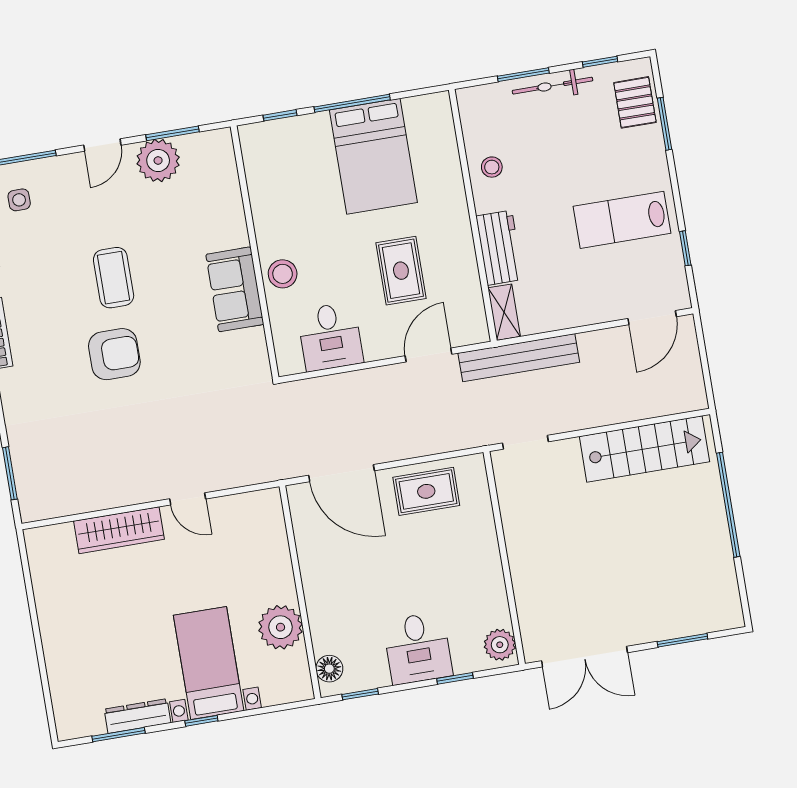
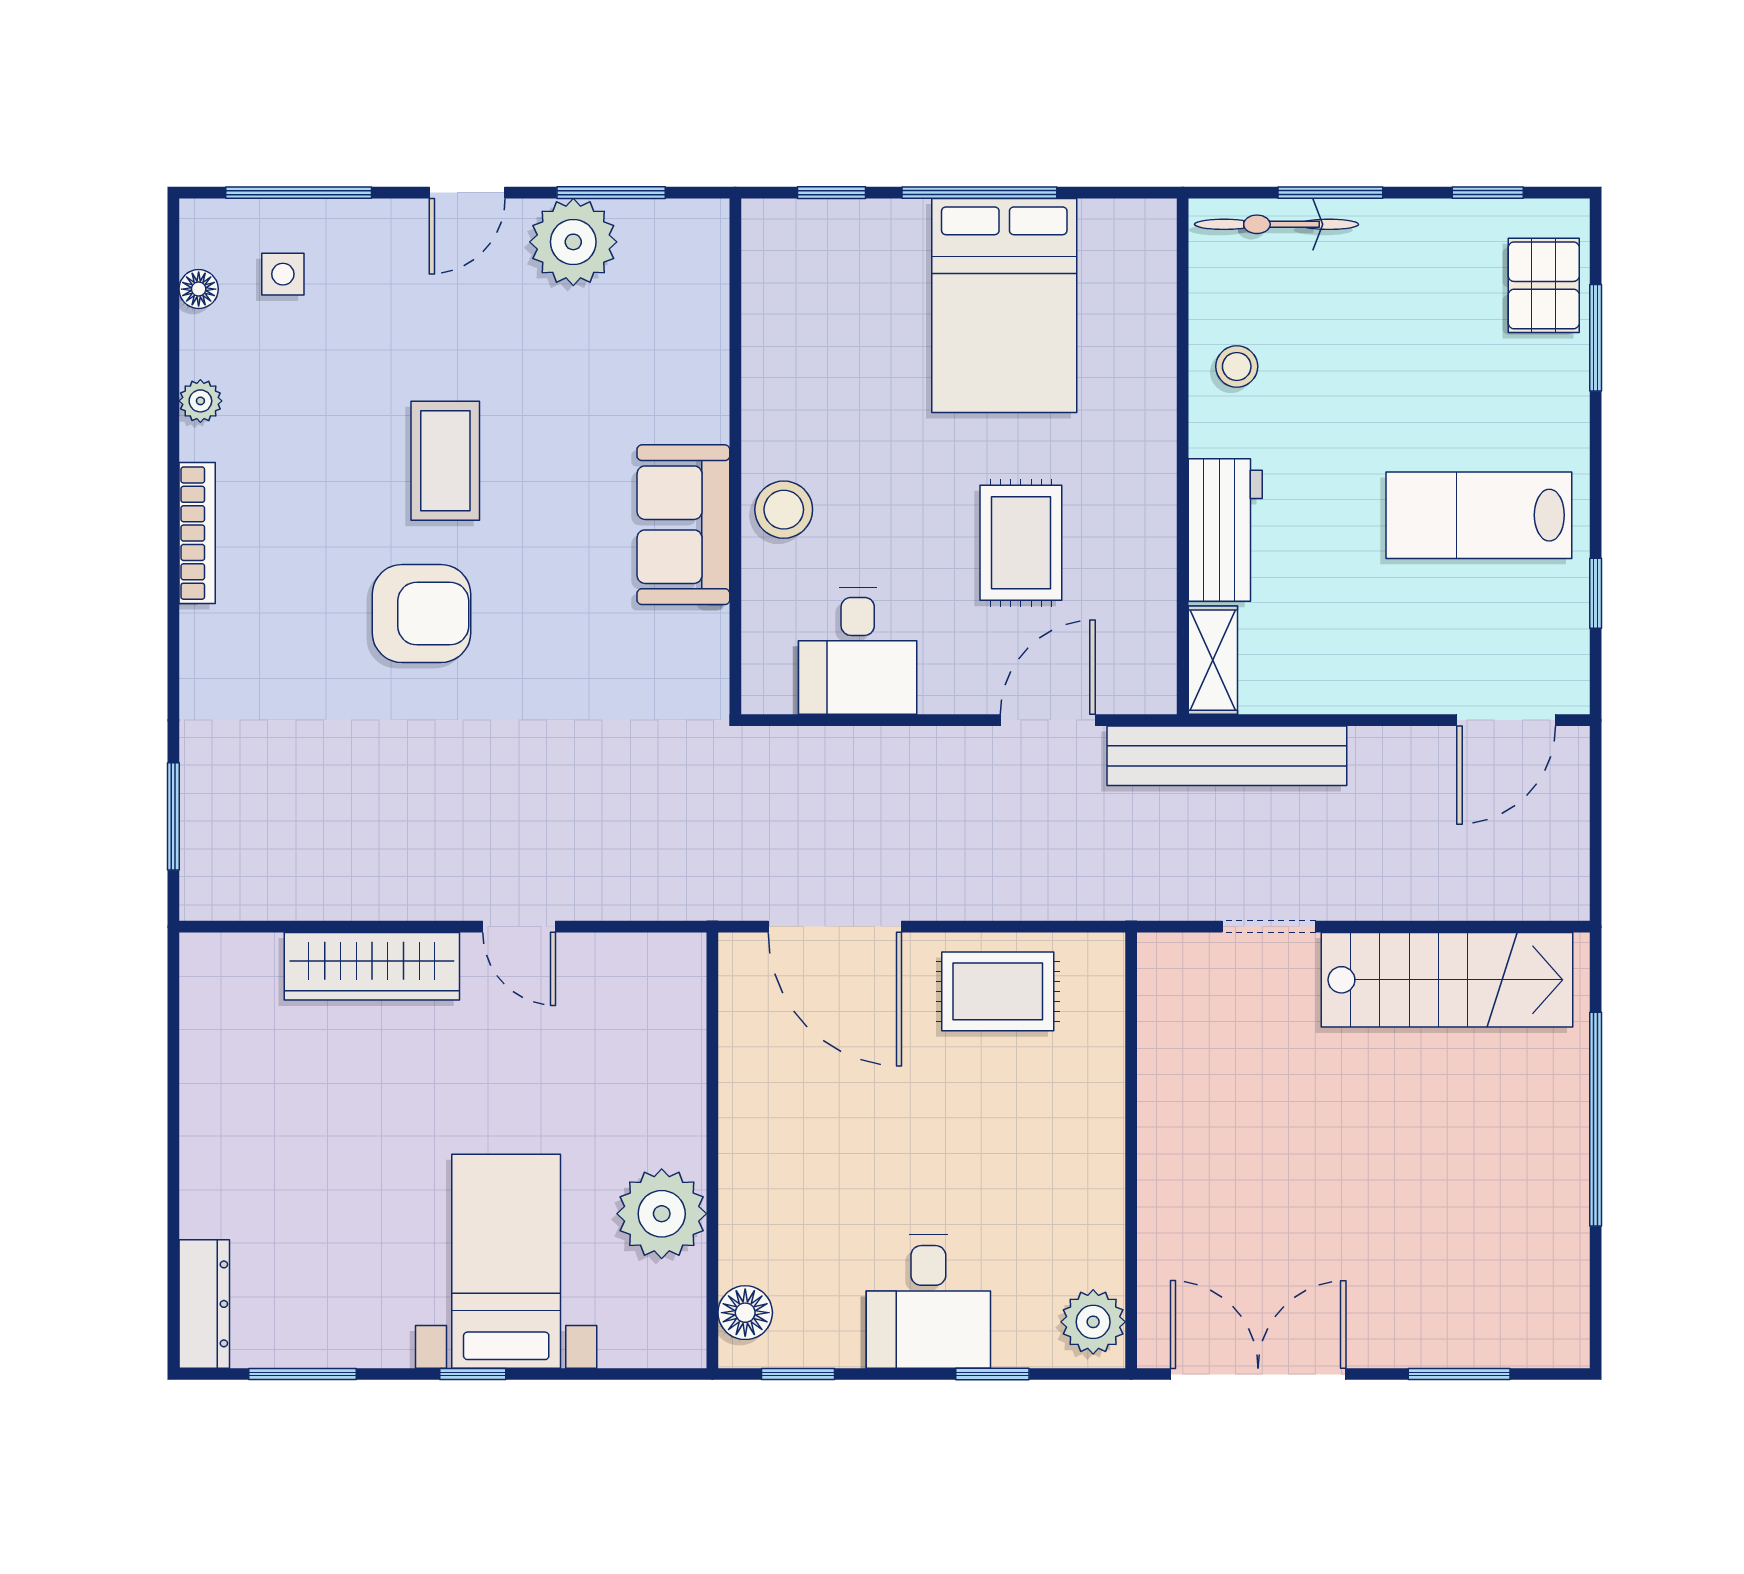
bicycle: (552, 86) -> (1277, 224), moved
doorway: (525, 442) -> (1269, 927), moved
double door: (585, 657) -> (1258, 1374), swing flipped
dresser: (137, 716) -> (204, 1304), moved, turned 90

